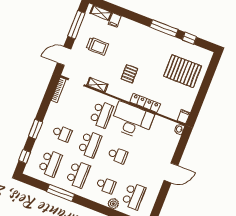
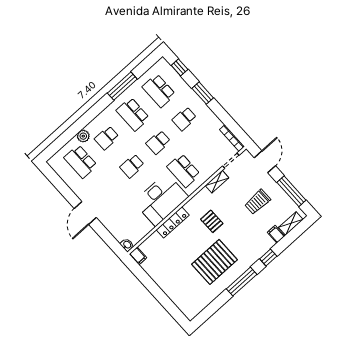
window: (189, 38) -> (268, 258), moved
pallet: (183, 71) -> (214, 262), moved
school desk: (90, 144) -> (158, 142), width x0.54

